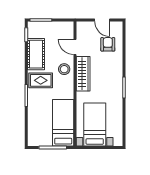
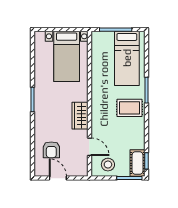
cot: (36, 54) -> (138, 163), moved, width x0.73, depth x0.75
stool: (64, 69) -> (108, 165), moved
wardrobe: (83, 74) -> (80, 116), width x0.67
bed: (63, 123) -> (127, 58), moved

